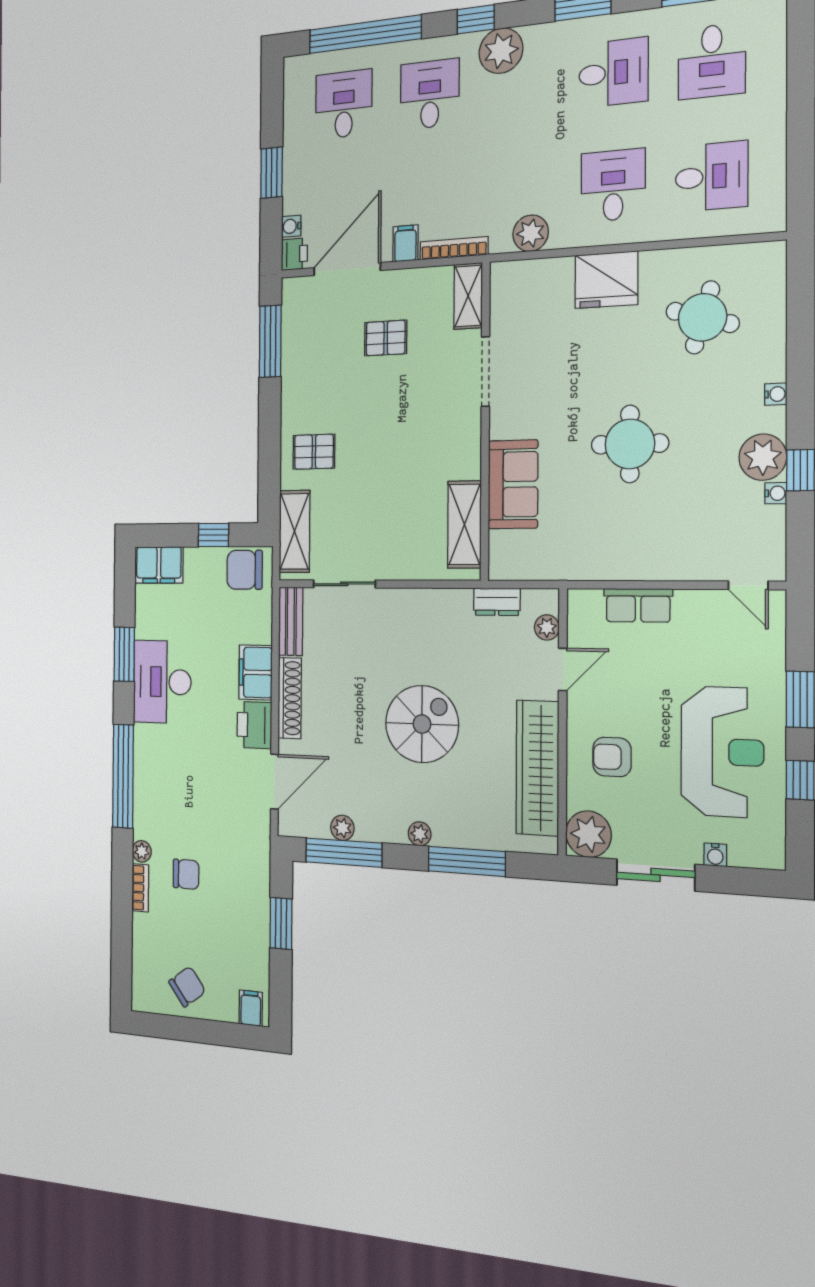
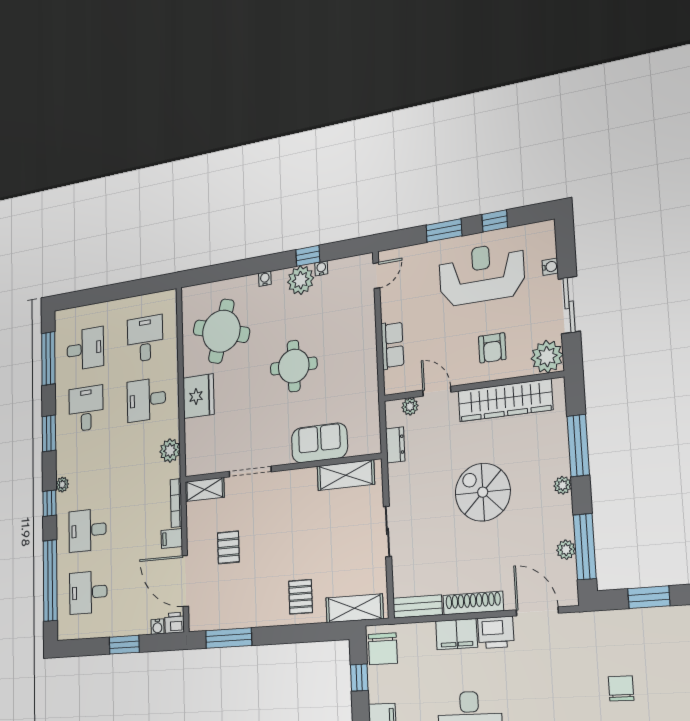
plant: (501, 51) -> (62, 485), width x0.53, depth x0.53
round table: (703, 317) -> (221, 331), width x1.36, depth x1.36
sliding door: (344, 584) -> (388, 531), moved

